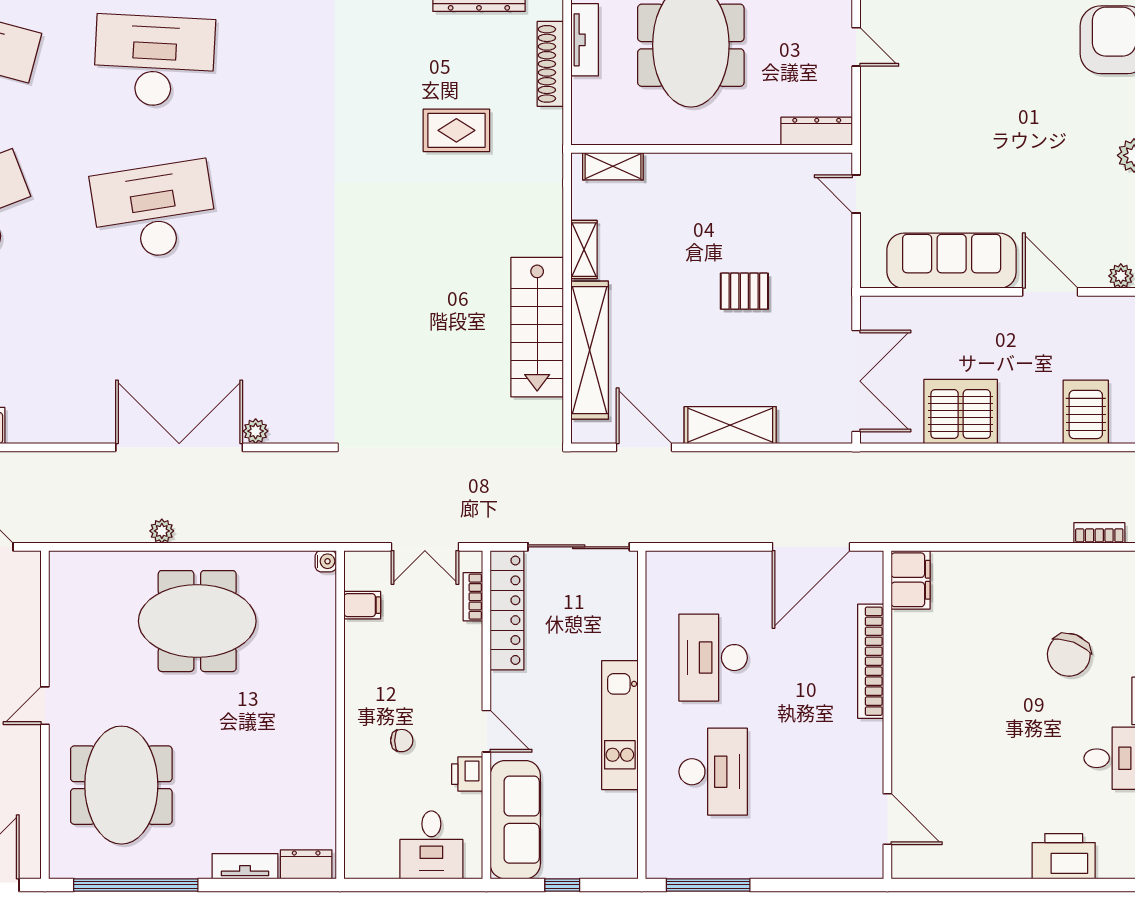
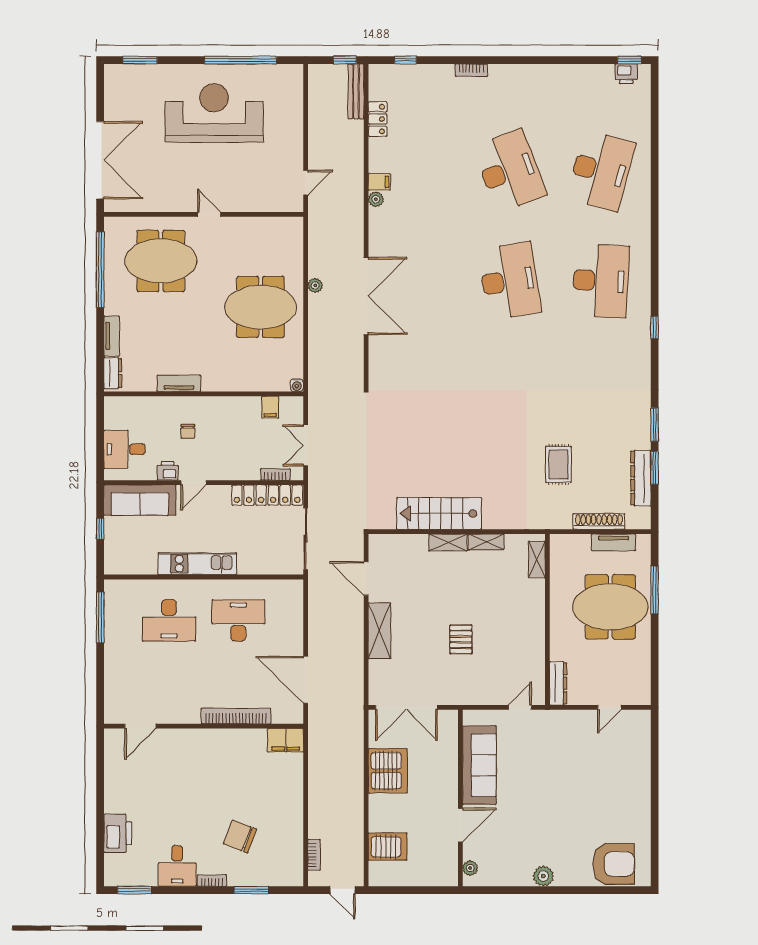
shelving: (590, 350) -> (448, 543), width x0.45, depth x0.75
plant: (256, 431) -> (376, 199), moved
door: (644, 447) -> (366, 578), swing flipped
meeting table: (197, 621) -> (261, 307), turned 90
tv unit: (323, 755) -> (179, 383), added

